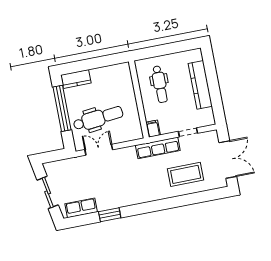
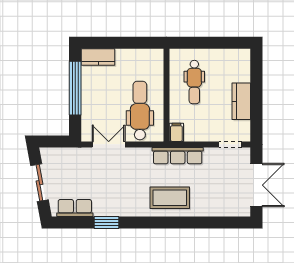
kitchen counter: (200, 85) -> (241, 101), width x0.67
dental chair: (98, 118) -> (140, 111), moved, turned -84
doorway: (188, 132) -> (230, 144), moved
coffee table: (186, 174) -> (170, 198), moved

